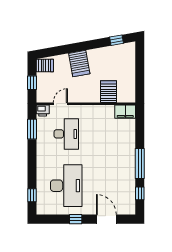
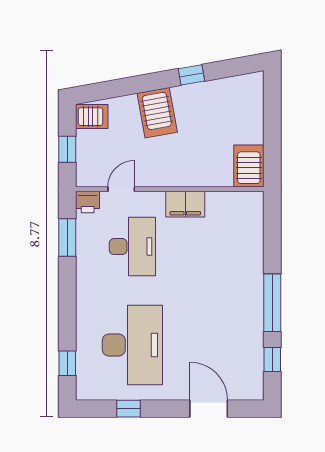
window: (116, 40) -> (191, 75), moved
server rack: (108, 92) -> (249, 166), moved
filing cabinet: (125, 112) -> (185, 204), moved
window: (76, 219) -> (129, 409), moved

